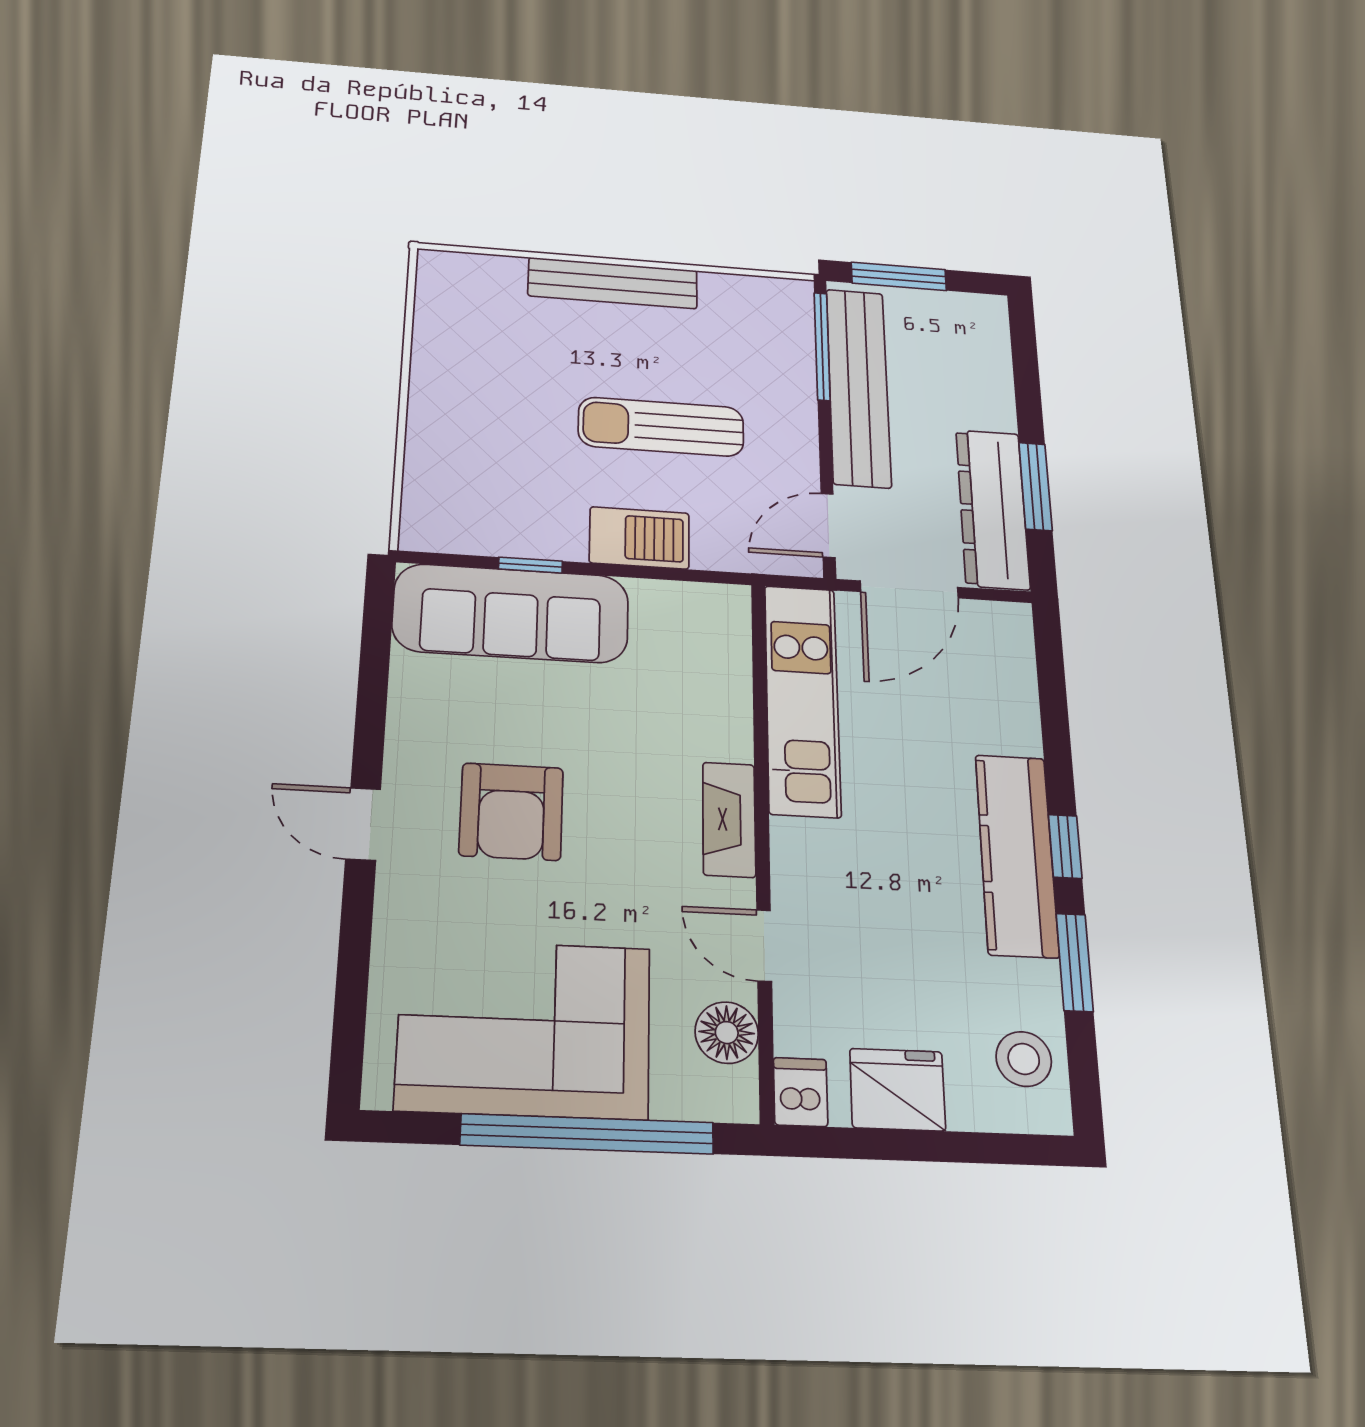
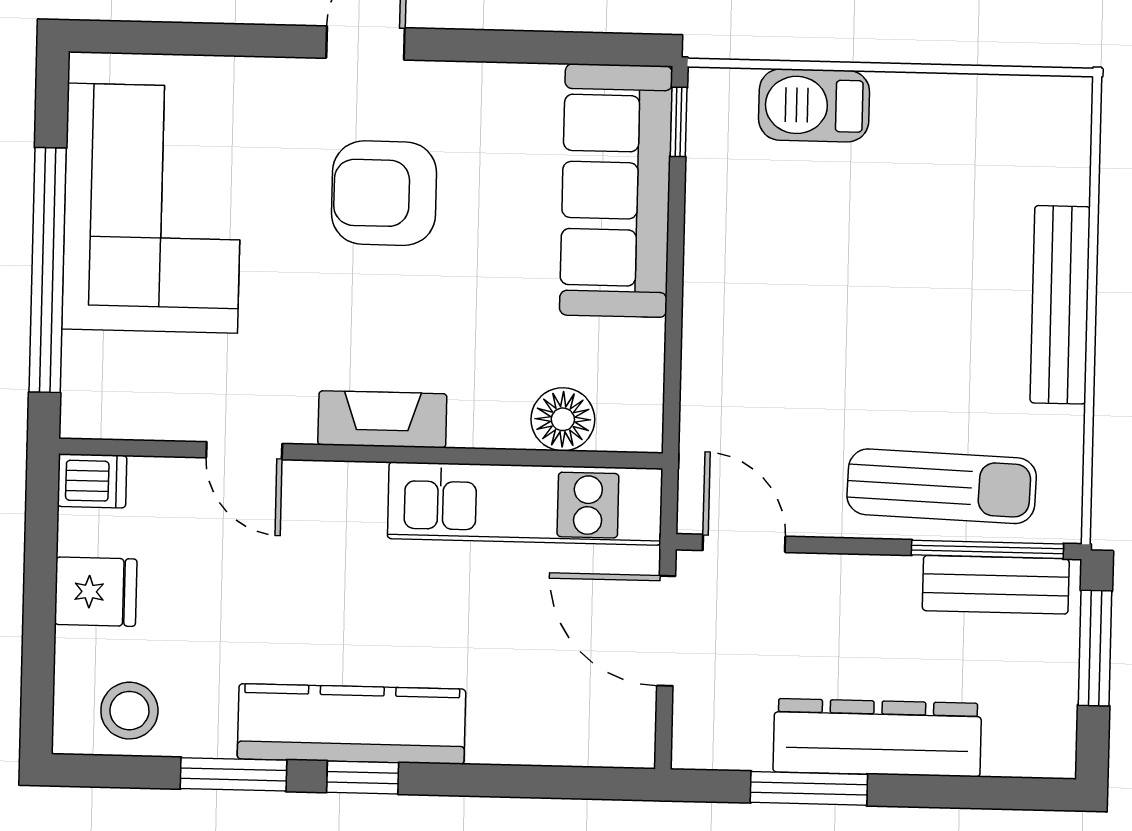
bench: (858, 387) -> (996, 585), width x0.54, depth x0.82
sun lounger: (661, 427) -> (942, 486), moved, turned 92
dresser: (993, 509) -> (877, 738), moved
barbecue: (639, 538) -> (814, 105), moved, turned 90
window: (530, 565) -> (679, 122), moved
door: (764, 946) -> (244, 451), swing flipped
floor lamp: (727, 1033) -> (563, 419), moved
fridge: (897, 1090) -> (96, 592), width x0.72

